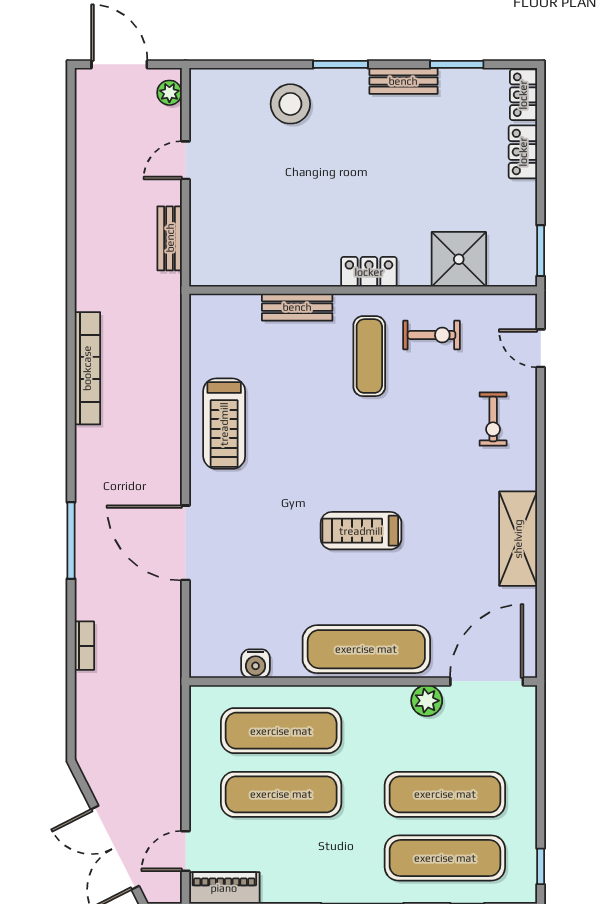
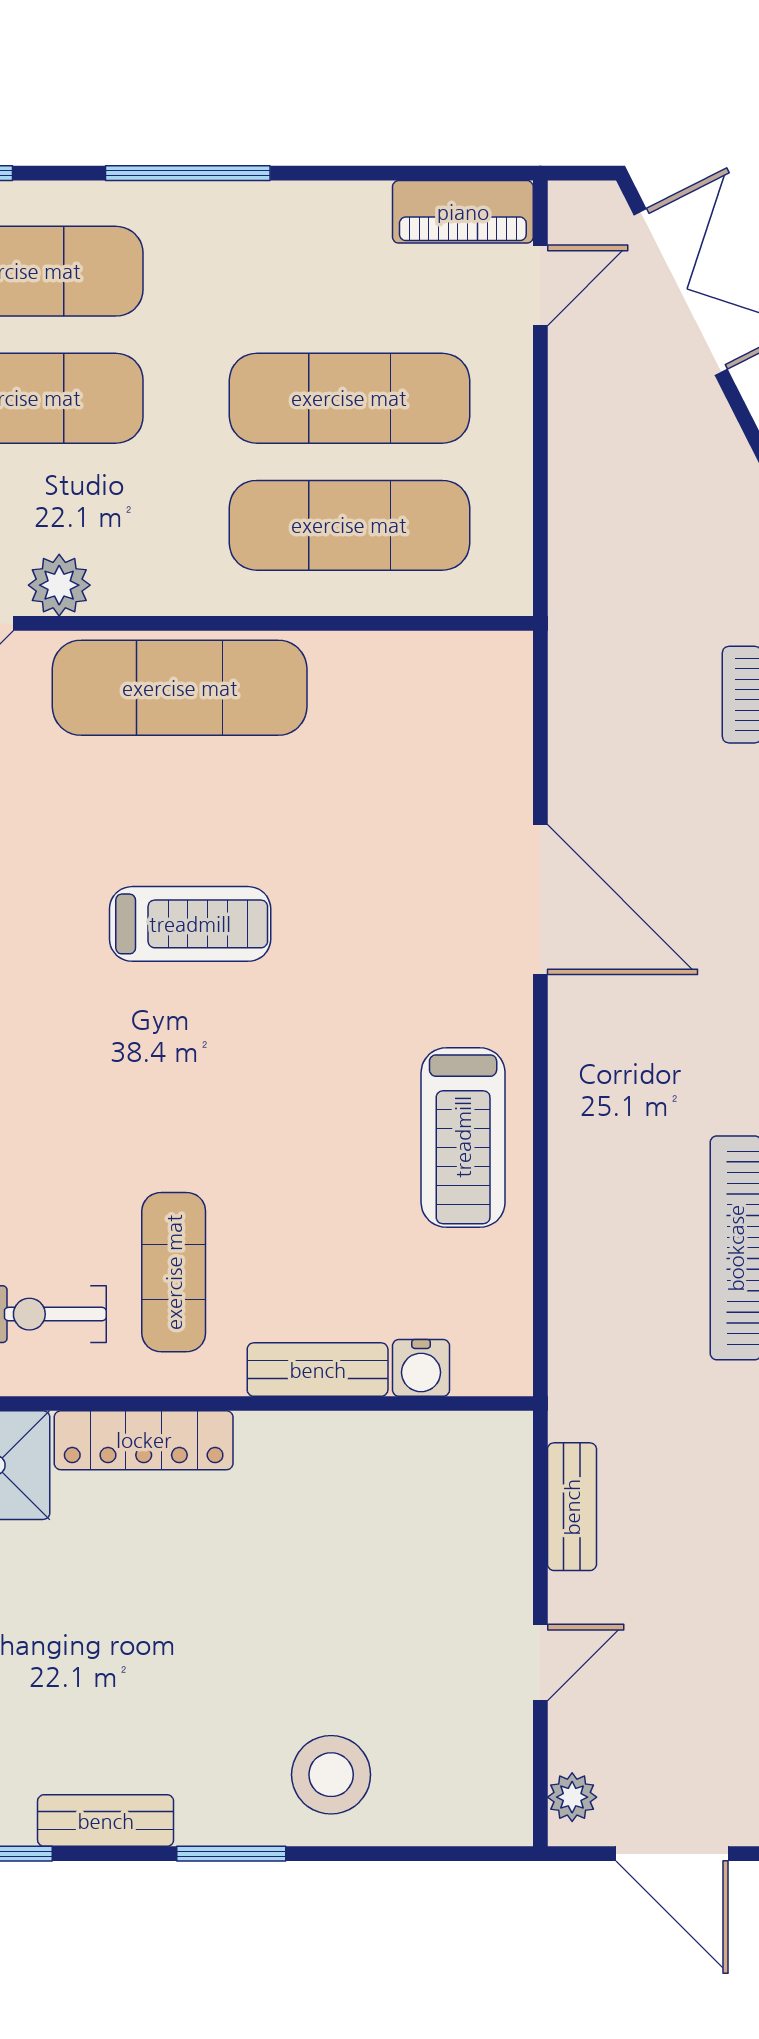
locker: (369, 272) -> (144, 1440), width x1.53
treadmill: (224, 424) -> (463, 1137), turned 180
water cooler: (256, 664) -> (421, 1368), moved, turned 180

